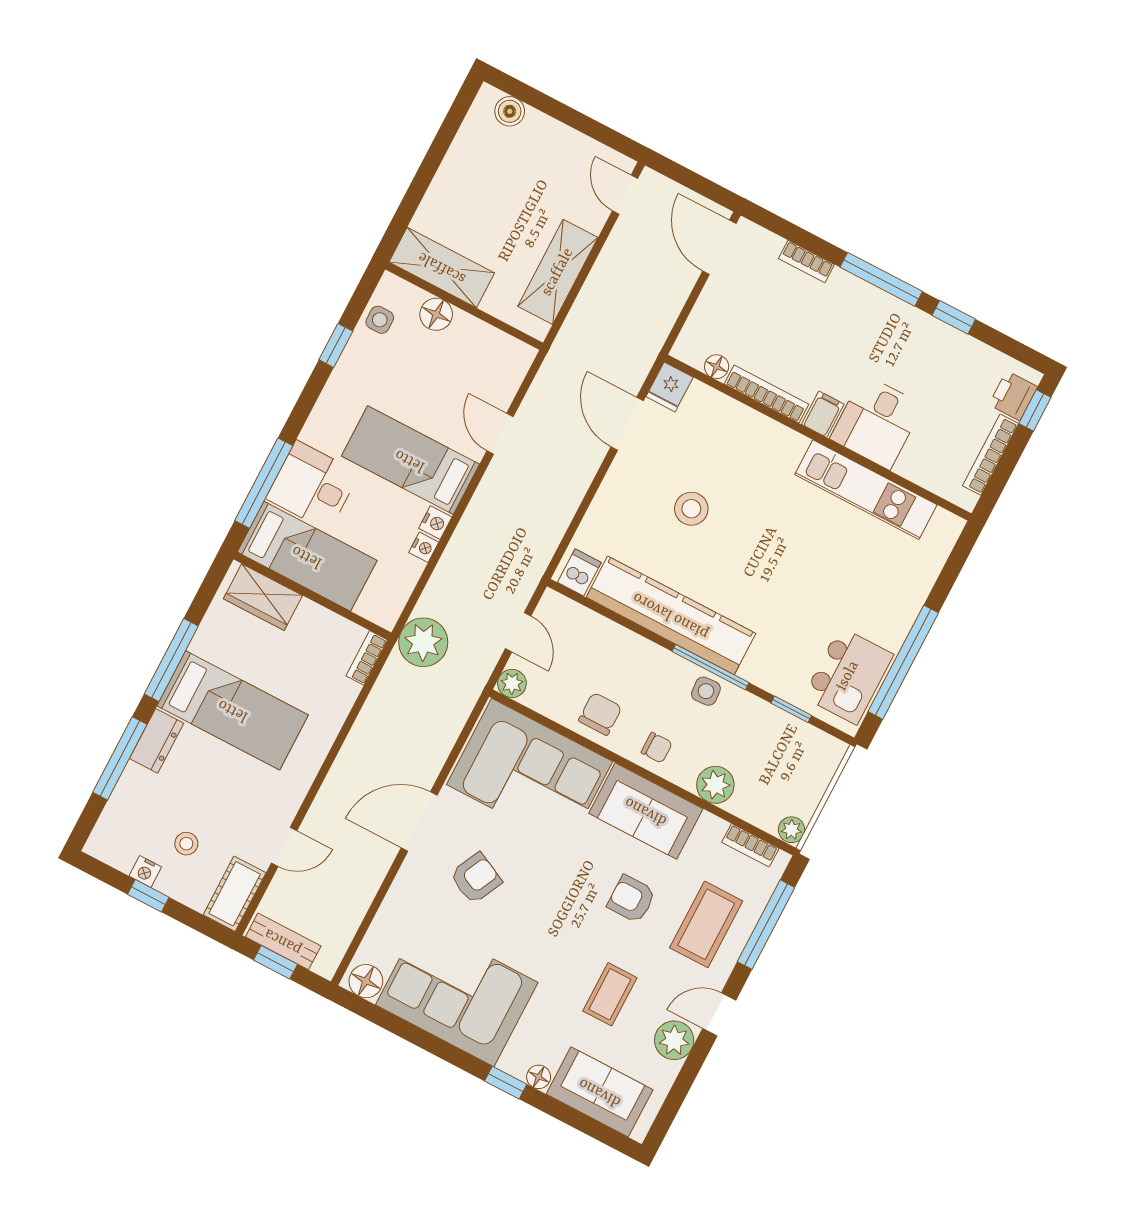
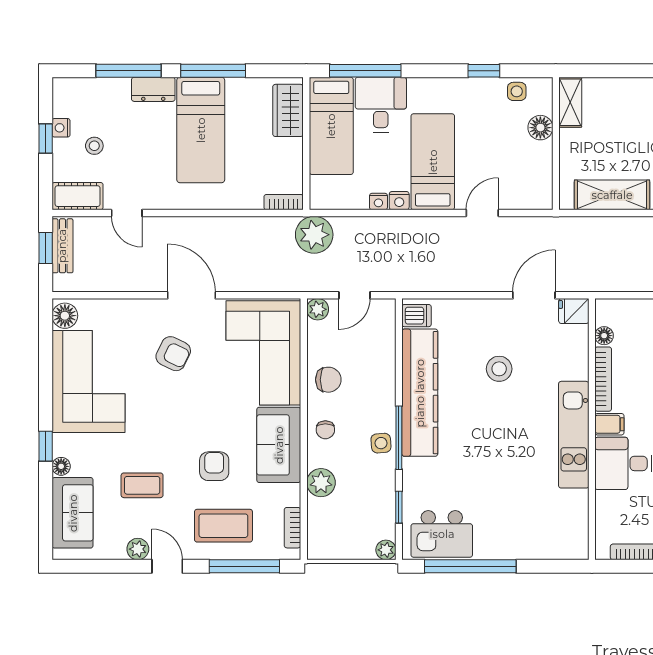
shelving: (442, 267) -> (570, 102), width x0.67, depth x0.75
kitchen unit: (866, 490) -> (574, 435), moved
plant: (791, 830) -> (386, 550), moved
plant: (674, 1040) -> (138, 549), width x0.73, depth x0.73

